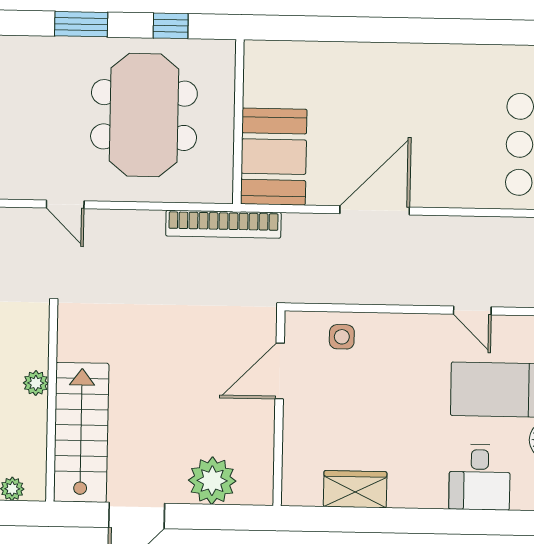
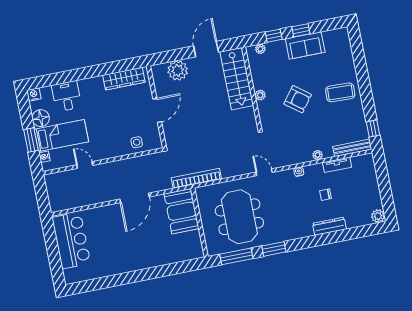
window: (171, 26) -> (236, 256), width x2.17
door: (280, 371) -> (157, 110), moved
wardrobe: (355, 489) -> (124, 79), width x1.50

